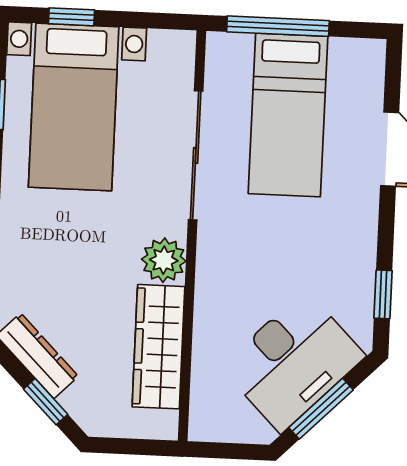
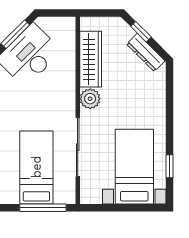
window: (72, 17) -> (137, 208), removed

